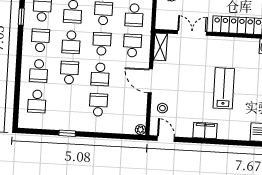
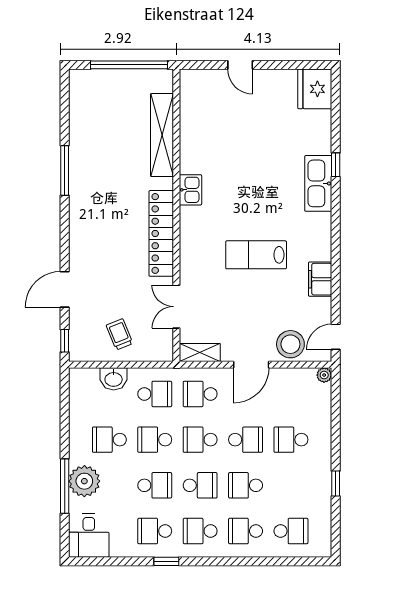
school desk: (39, 71) -> (246, 531), turned 180
stool: (162, 108) -> (290, 344), width x1.89, depth x1.89

